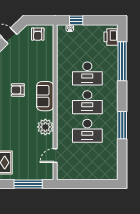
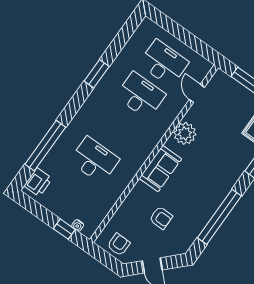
armchair: (18, 90) -> (161, 218), moved
desk: (87, 102) -> (164, 63), moved
window: (122, 125) -> (97, 74), width x0.69
door: (55, 156) -> (197, 93), swing flipped

